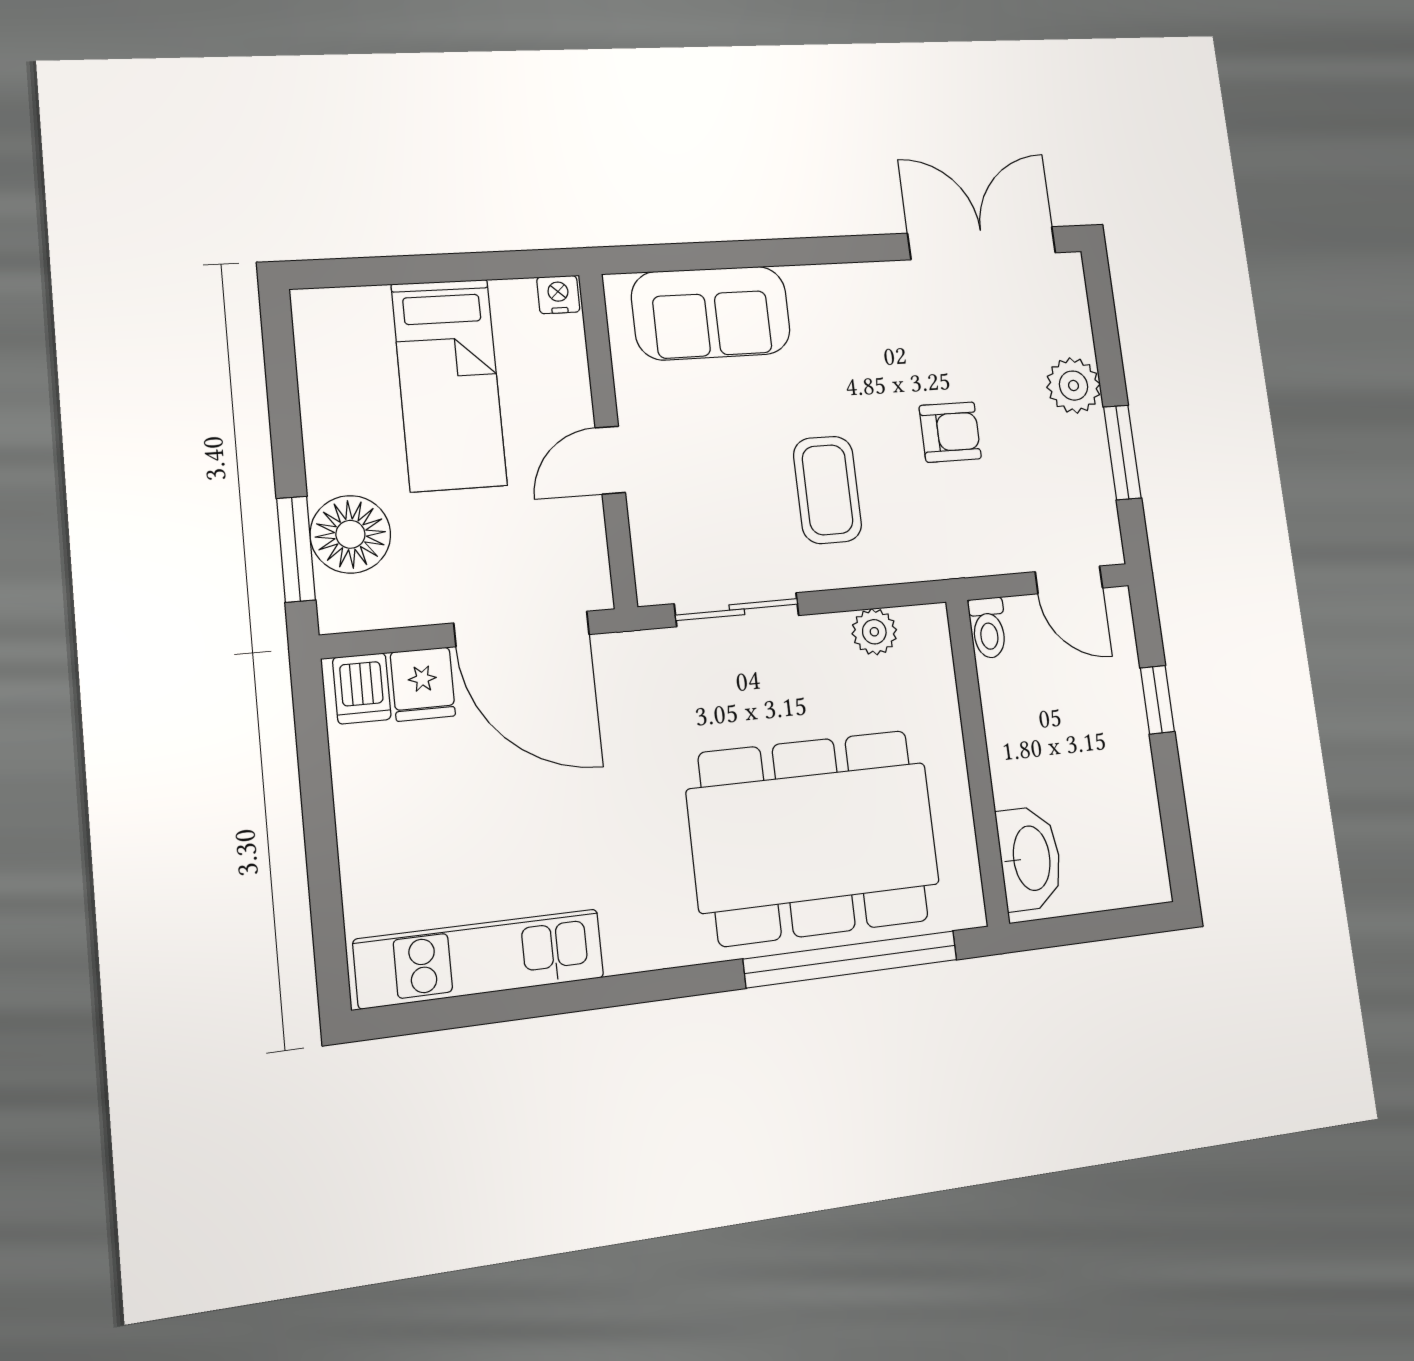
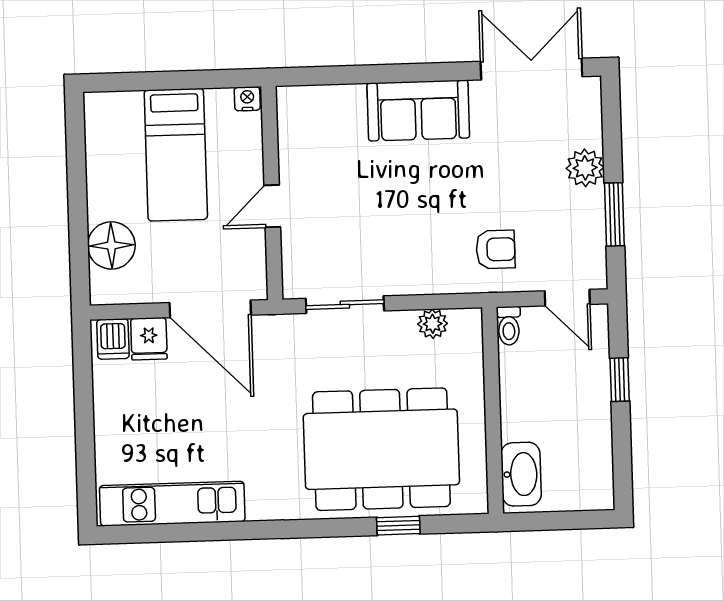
sofa: (711, 313) -> (418, 111), moved
armchair: (950, 432) -> (496, 249), moved
coffee table: (828, 490) -> (410, 231), removed
window: (296, 549) -> (79, 253), removed
window: (851, 959) -> (398, 526), width x0.32

